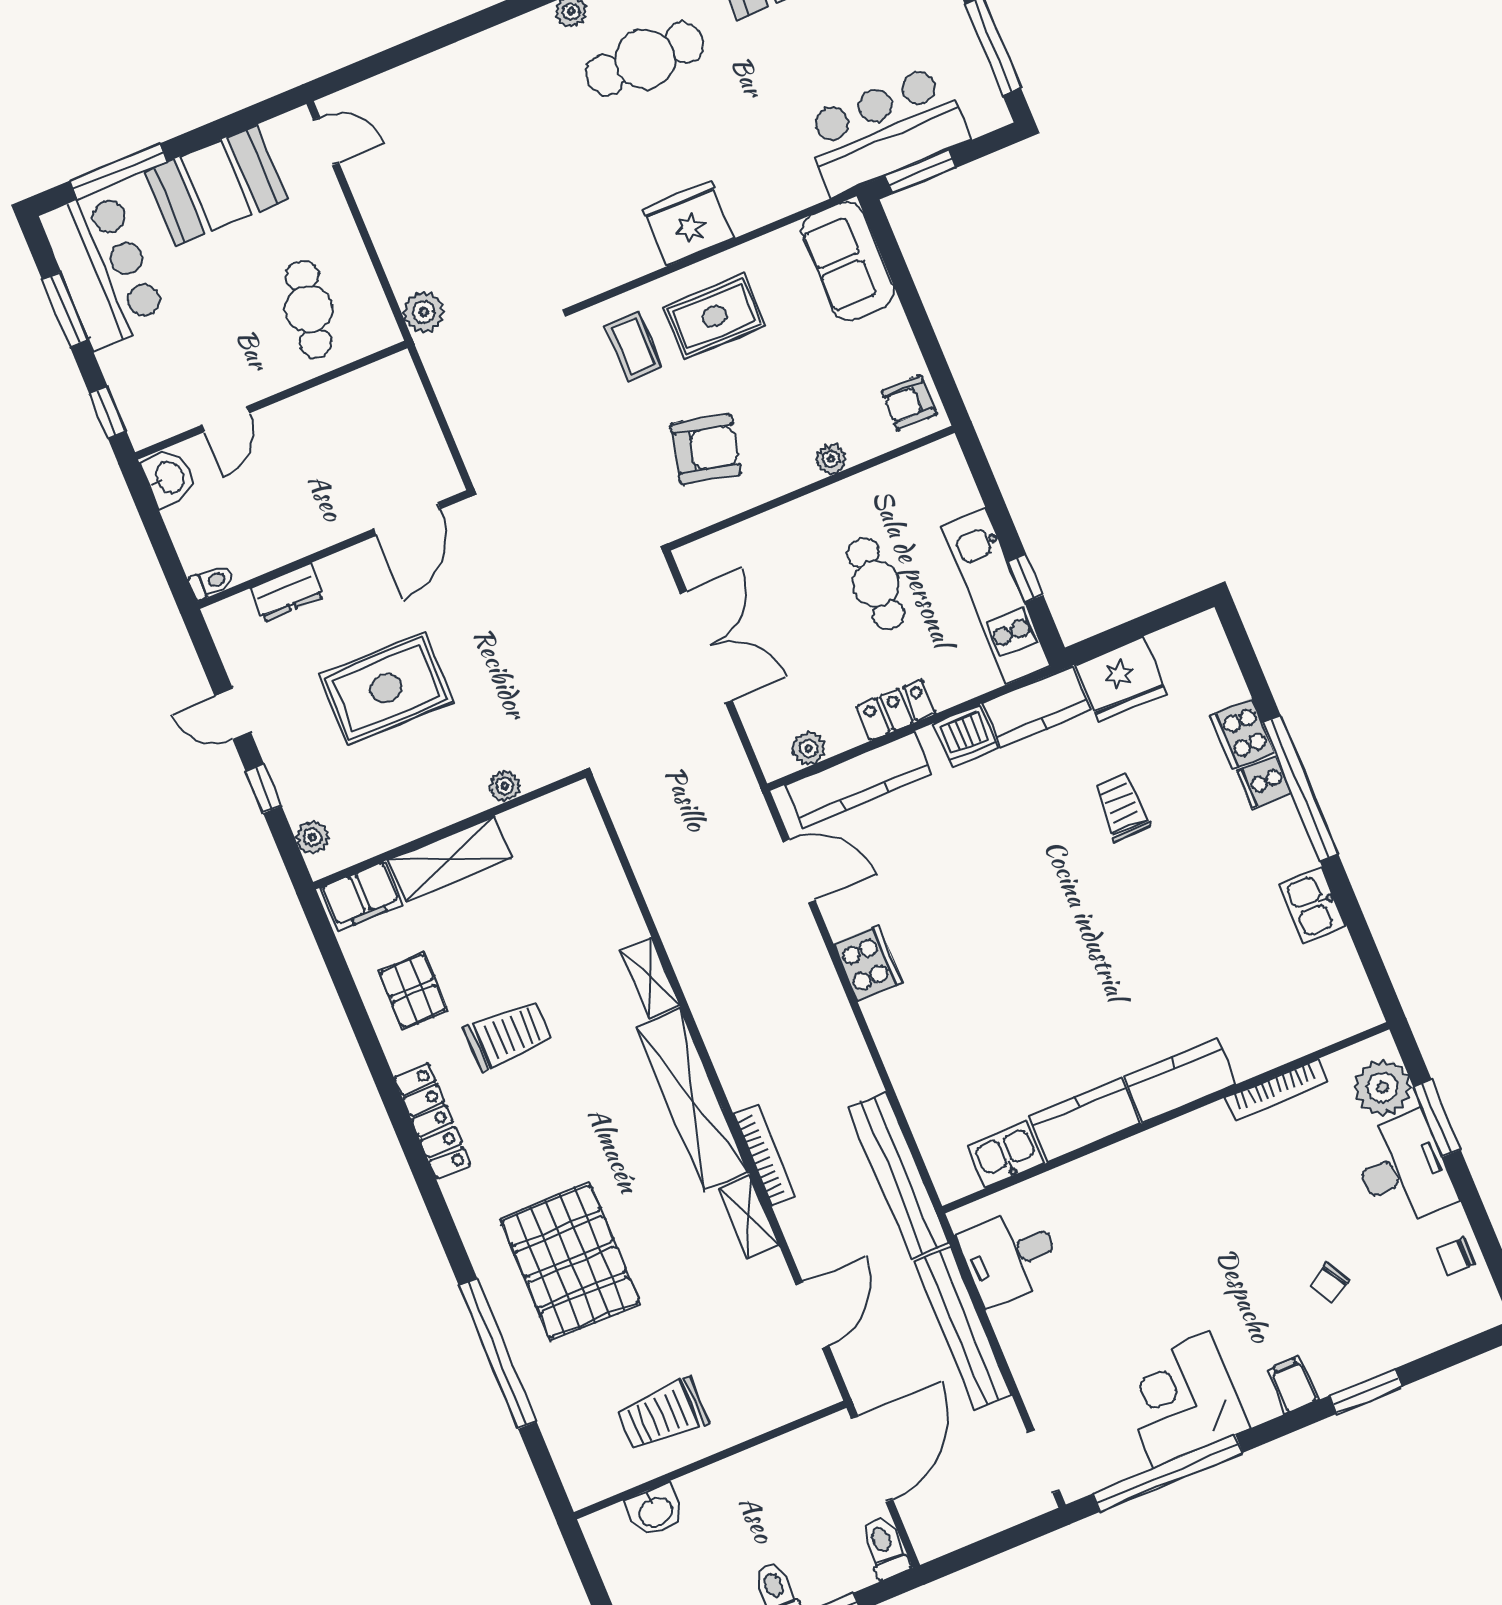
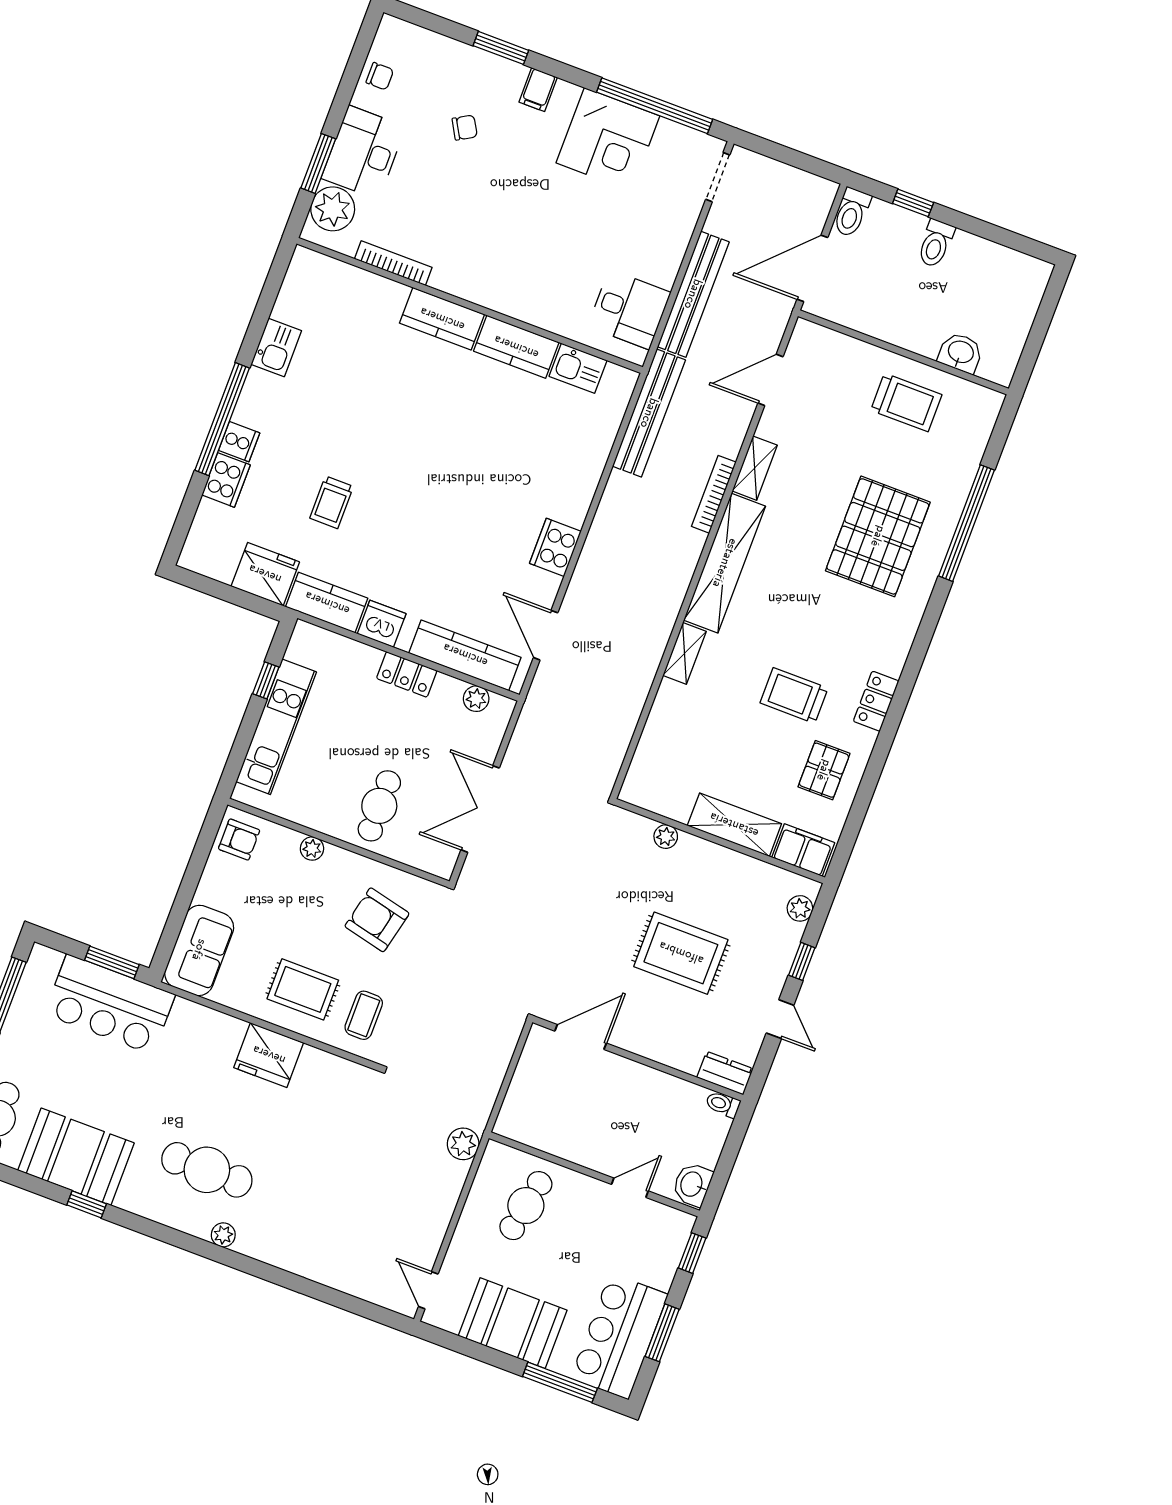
cafe table: (876, 584) -> (379, 806), moved
dresser: (287, 593) -> (725, 1073), moved
kitchen unit: (996, 596) -> (276, 727), moved
locker: (432, 1121) -> (876, 701), width x0.66

